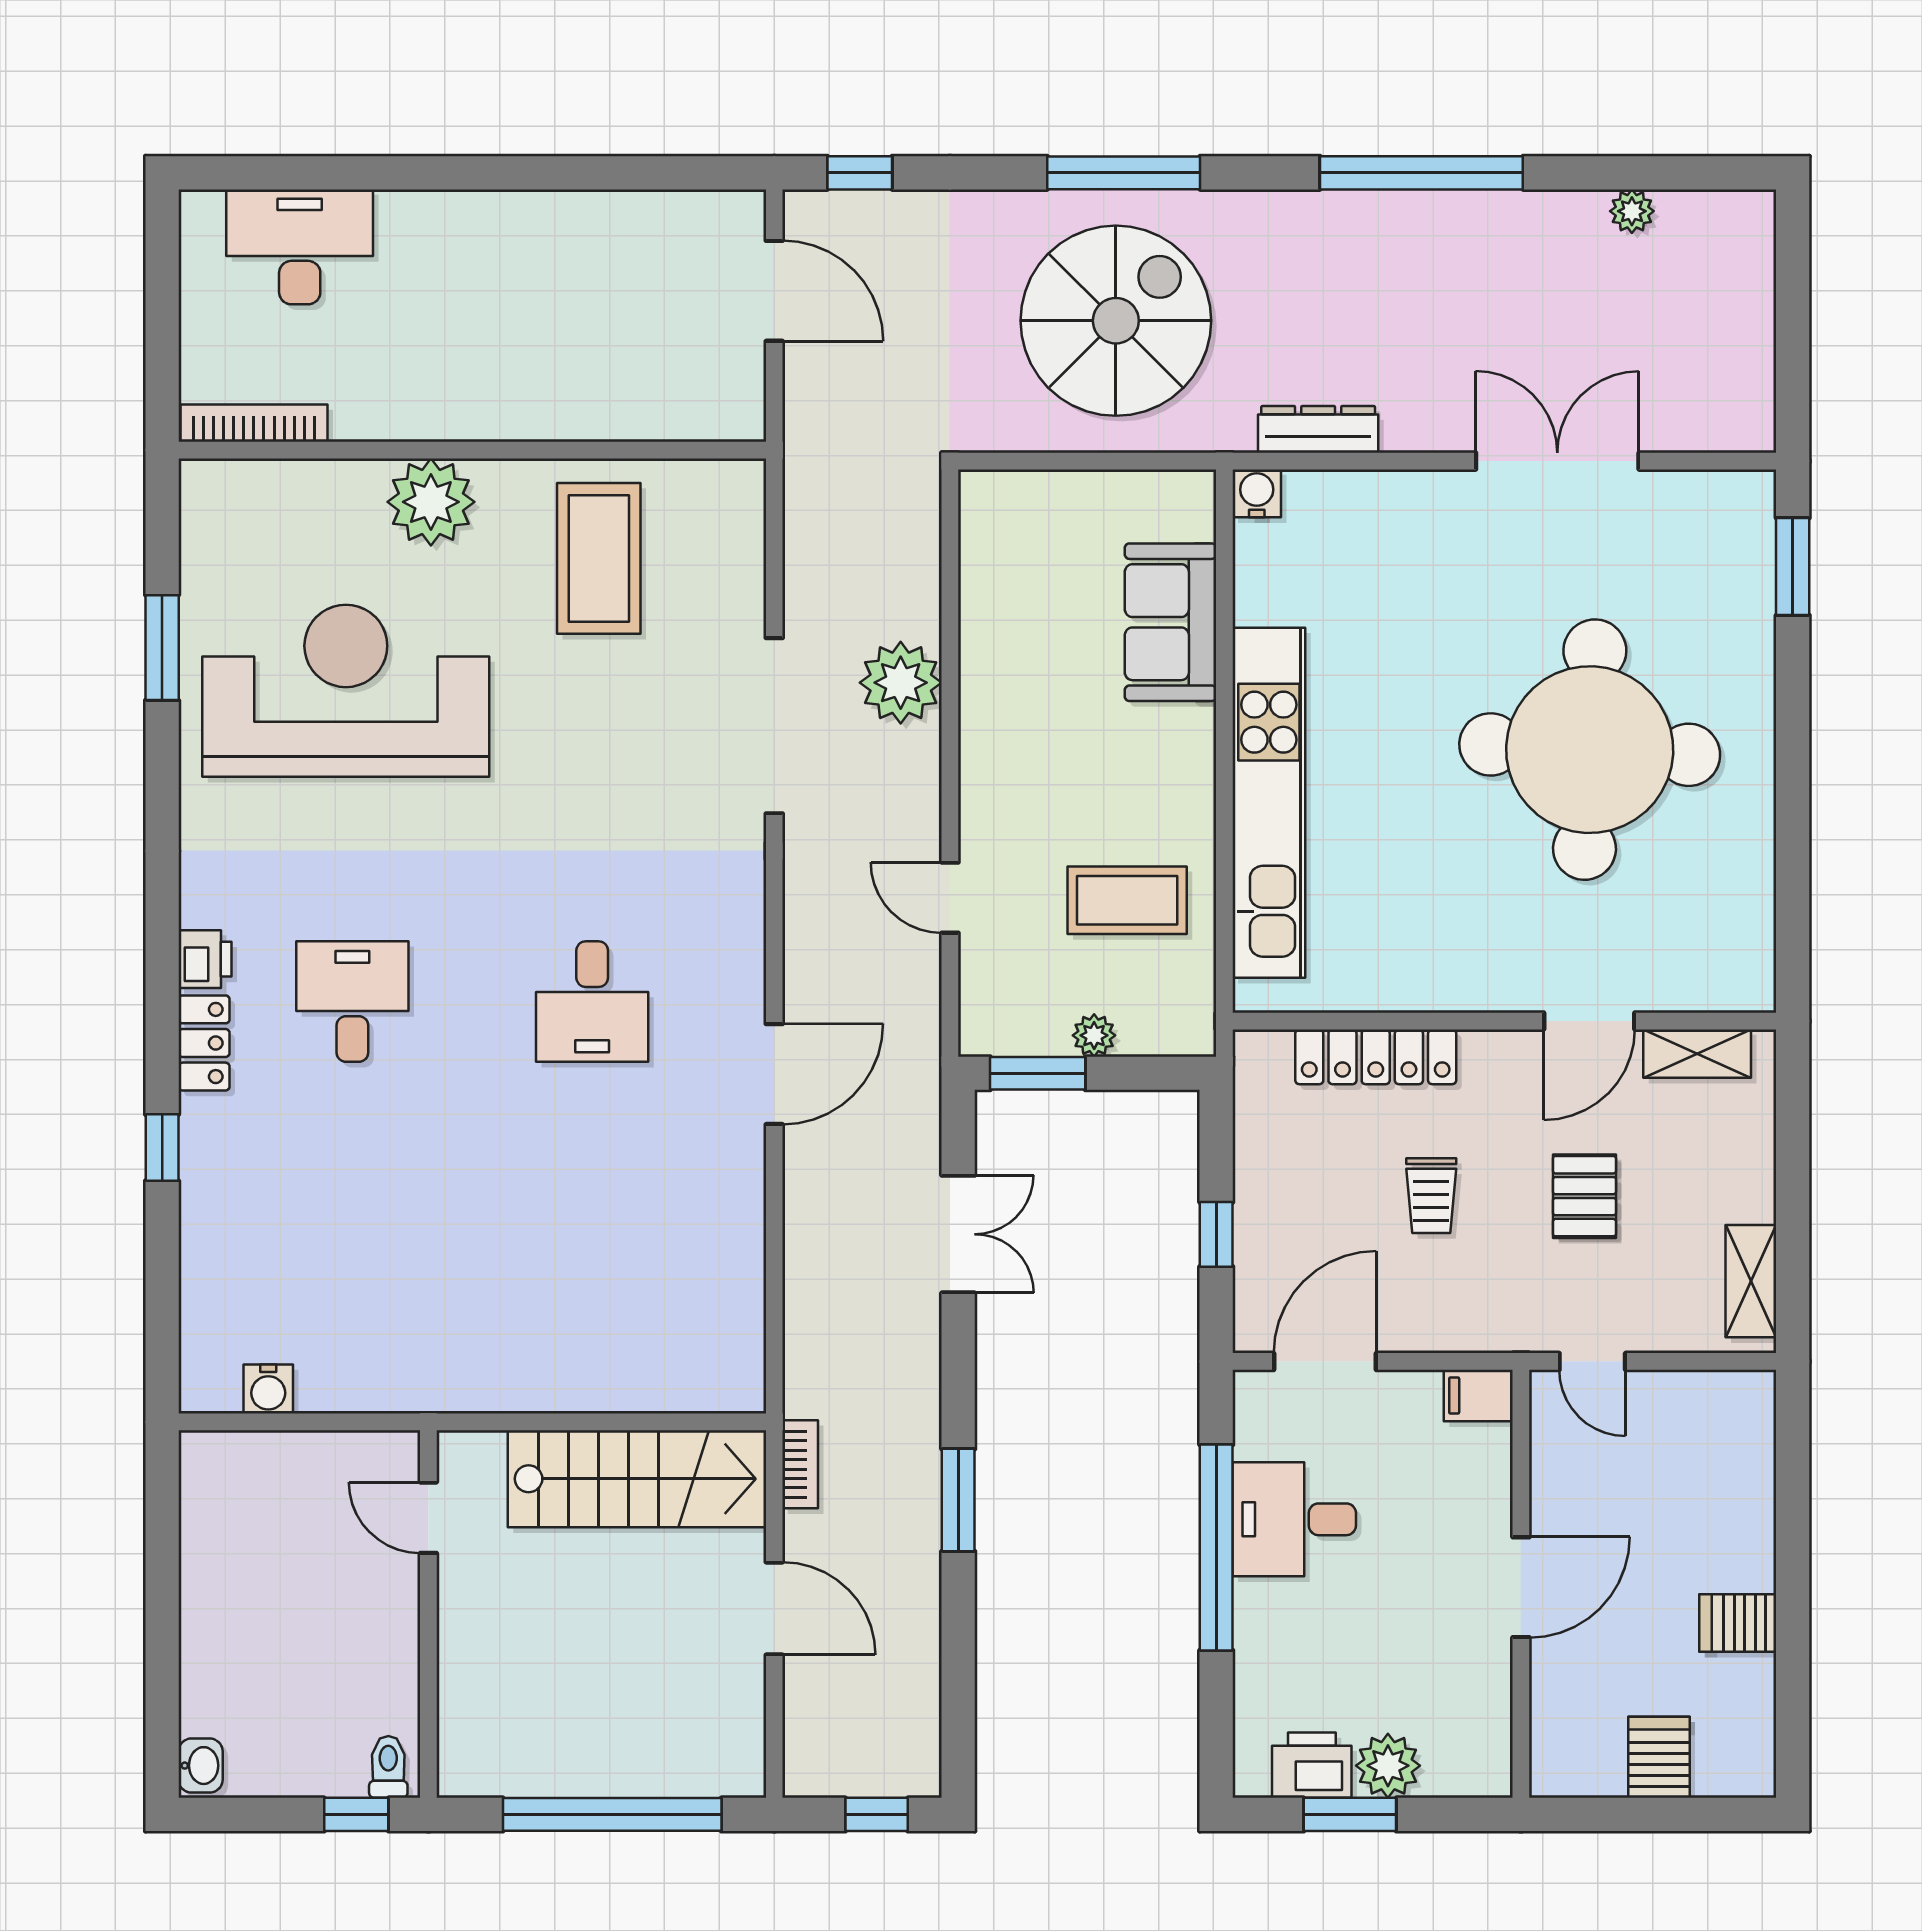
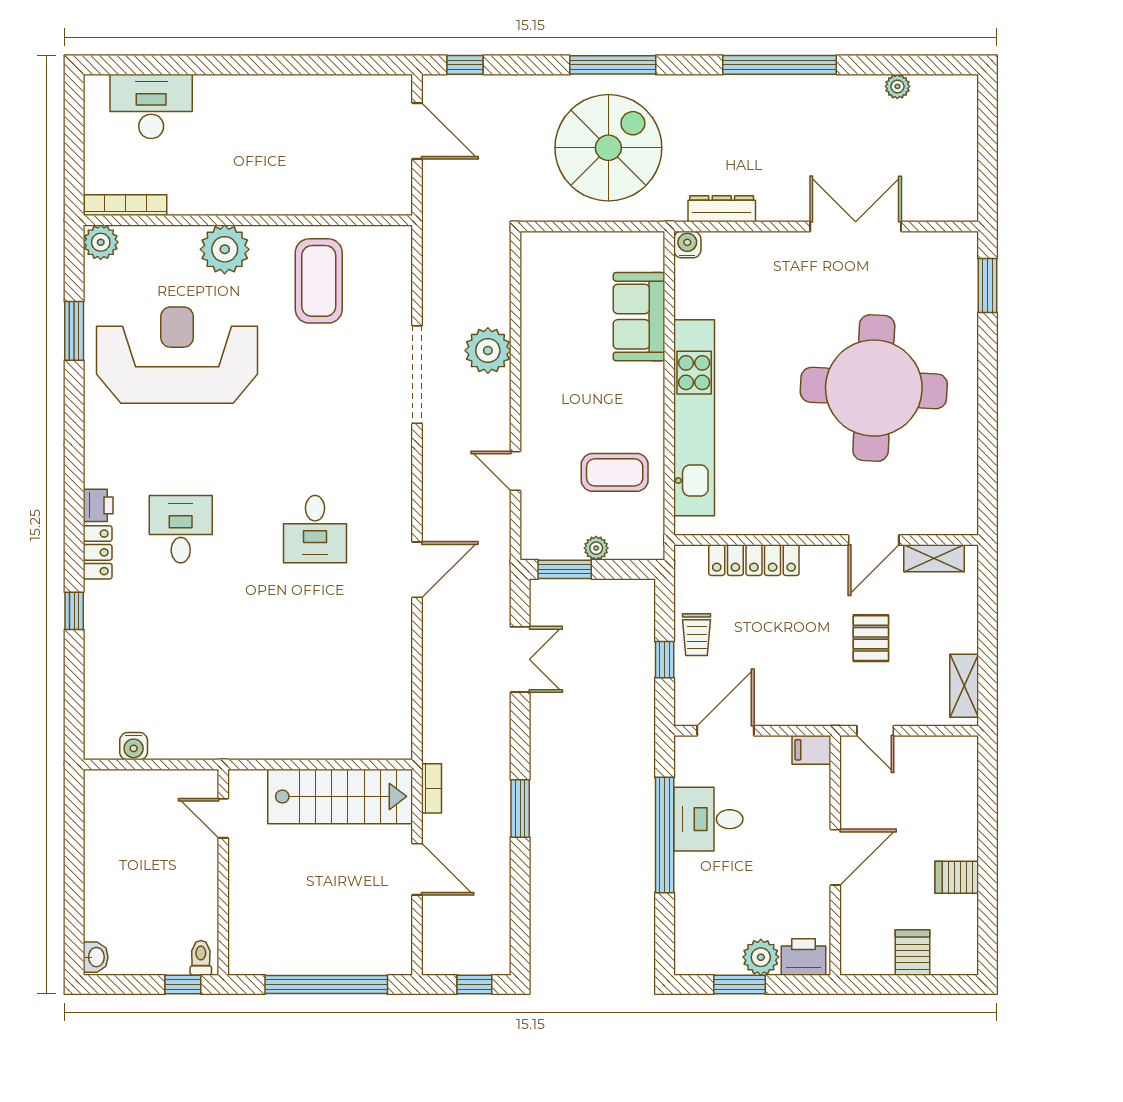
plant: (210, 489) -> (101, 242), added
trolley: (1431, 1196) -> (697, 635), moved
printer: (1312, 1765) -> (804, 957), moved

